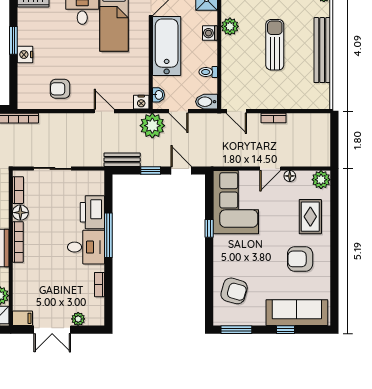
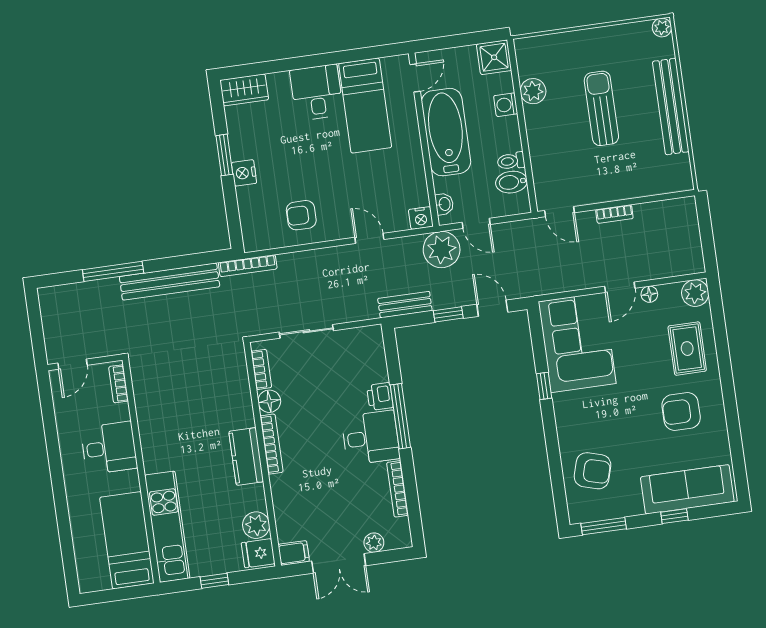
bidet: (206, 102) -> (511, 182), moved
printer: (92, 212) -> (380, 397), width x0.53, depth x0.68
bookcase: (99, 285) -> (398, 489), width x1.56

